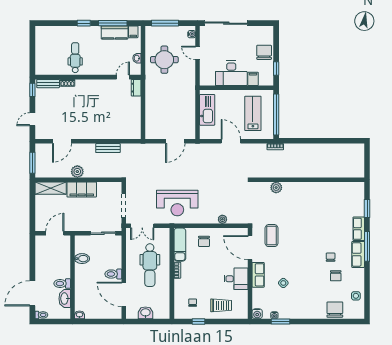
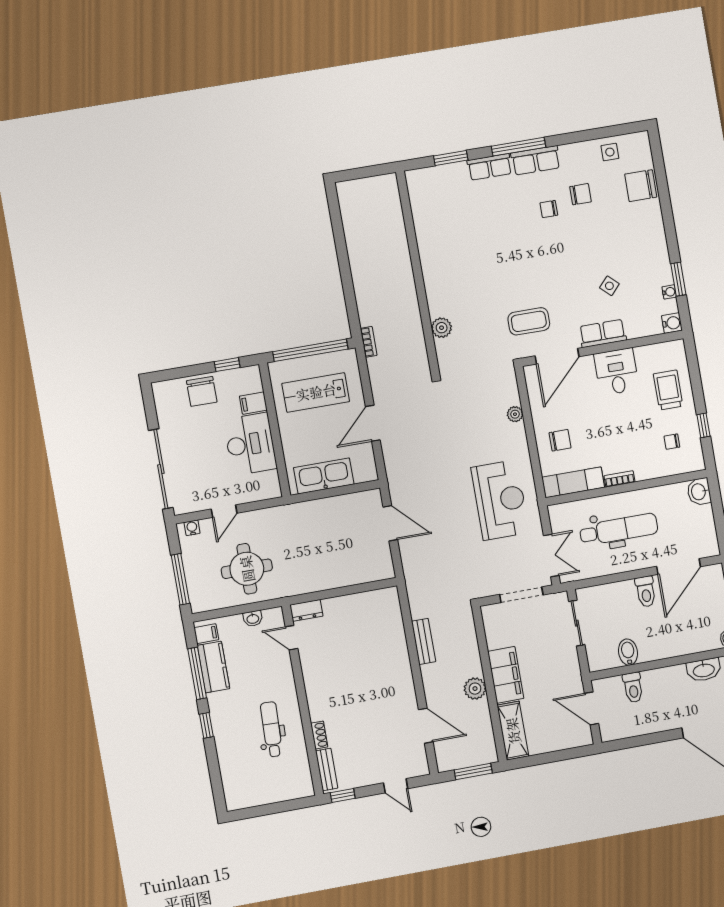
chair: (264, 52) -> (202, 391), turned -90
dental chair: (75, 58) -> (272, 729), turned 92
toilet: (62, 284) -> (633, 688), moved
washbasin: (145, 313) -> (699, 492), moved

